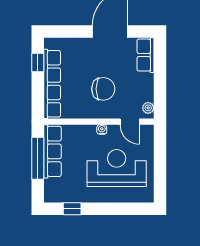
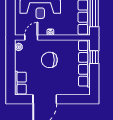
window: (38, 62) -> (94, 57), moved
door: (130, 122) -> (31, 38), hinge flipped

